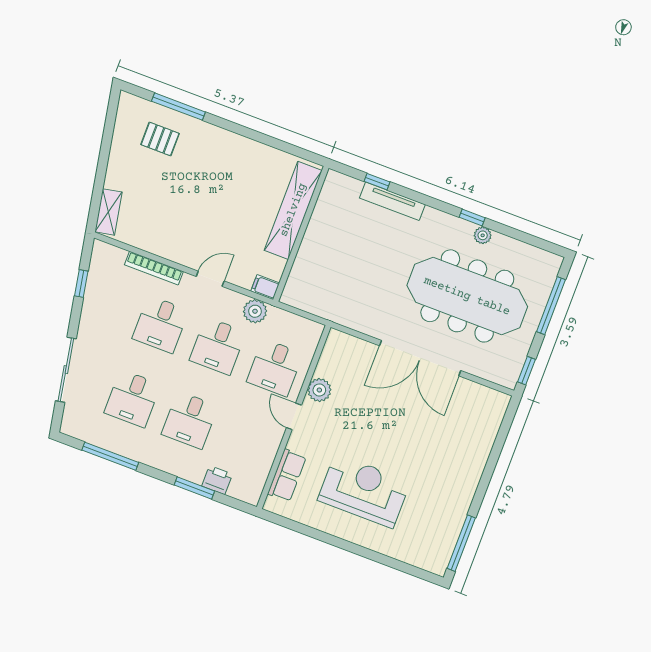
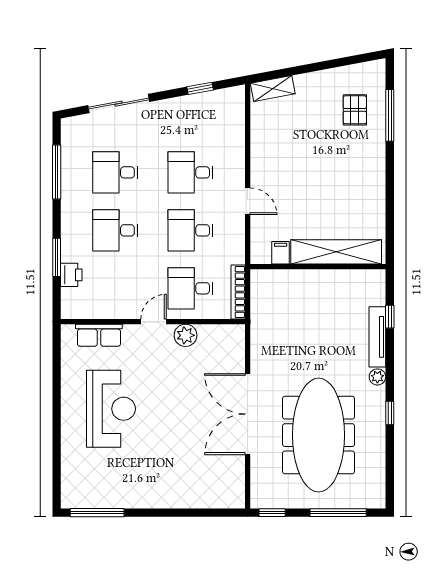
plant: (483, 235) -> (377, 377), moved
bookcase: (154, 268) -> (238, 292), moved
filing cabinet: (265, 287) -> (281, 253), moved
plant: (255, 311) -> (234, 252), removed

